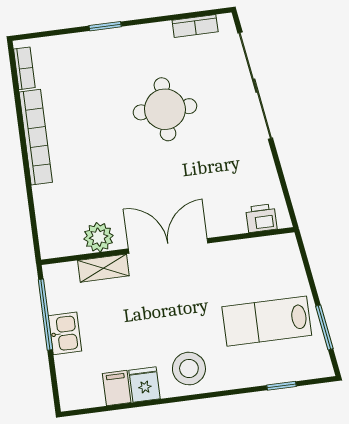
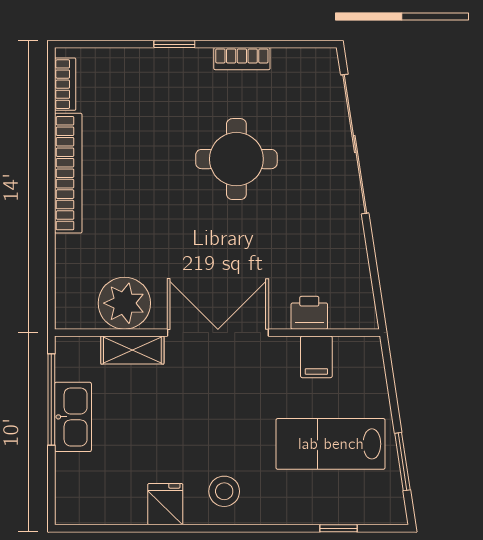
bookcase: (195, 26) -> (242, 59), moved
printer: (261, 218) -> (309, 313), moved
plant: (99, 237) -> (124, 303), width x1.36, depth x1.36
kitchen sink: (65, 333) -> (73, 417), width x1.38
stool: (189, 369) -> (224, 491), width x0.73, depth x0.73
filing cabinet: (117, 388) -> (316, 357), moved, turned 180

